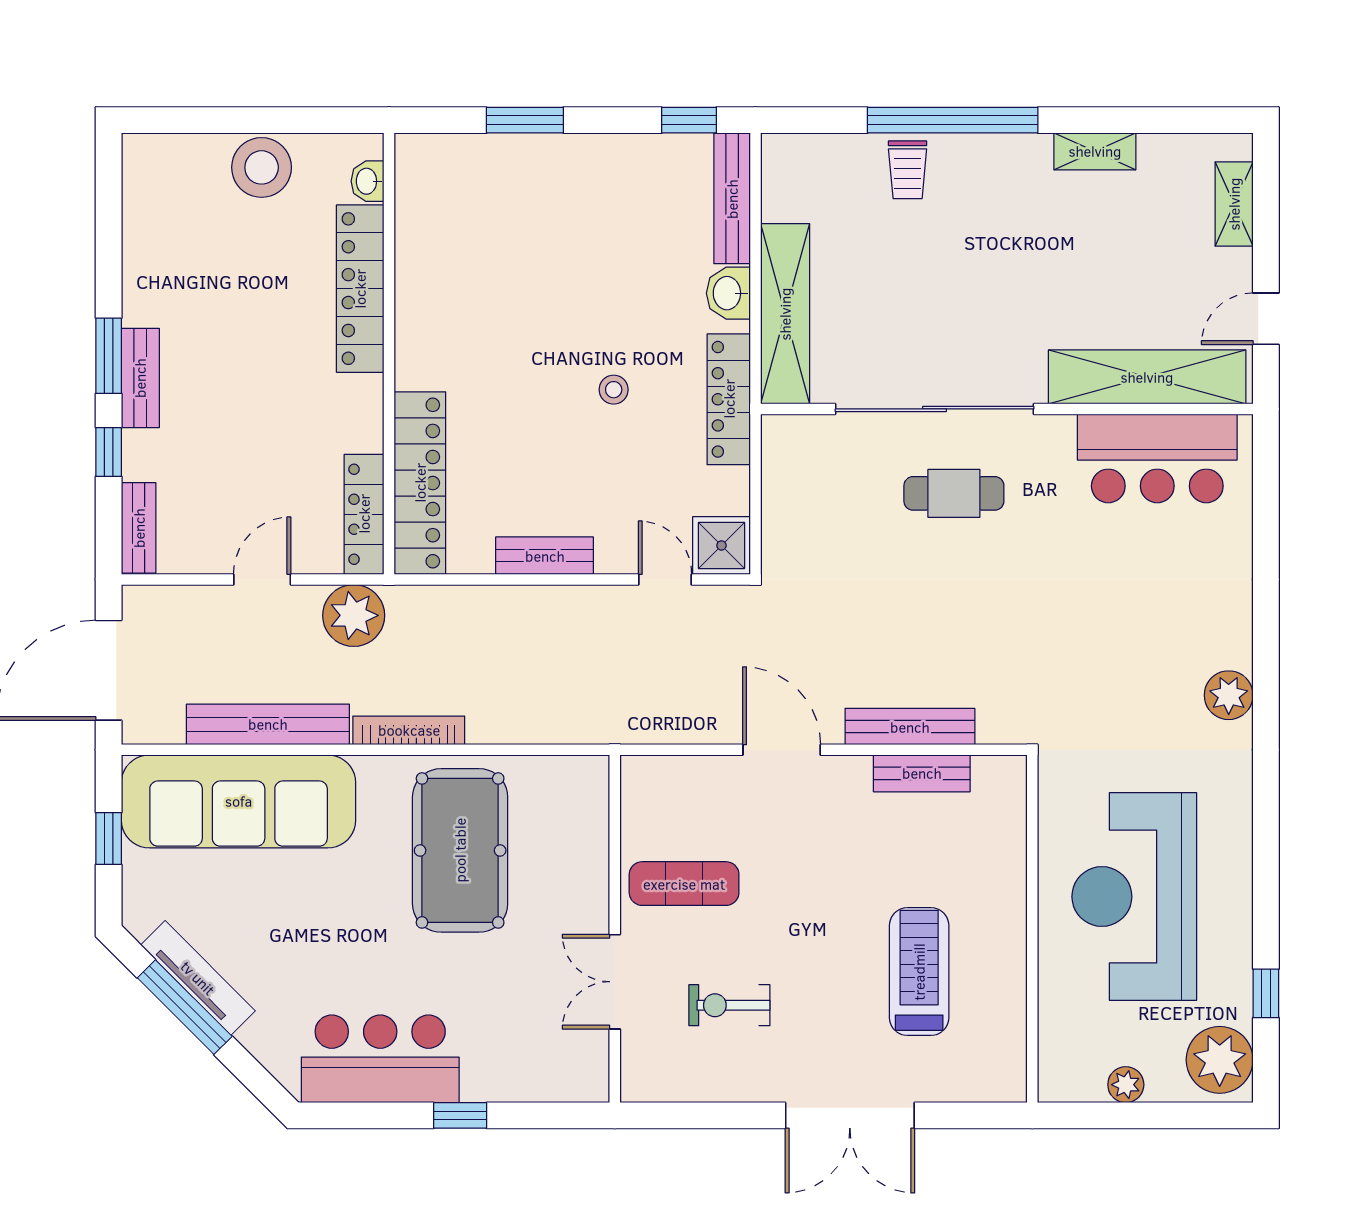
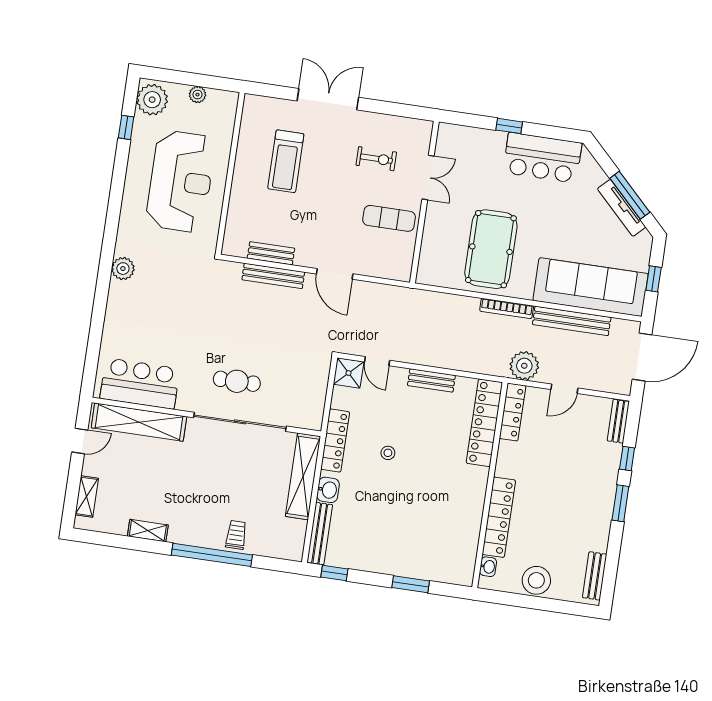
bench: (140, 378) -> (595, 576), moved

